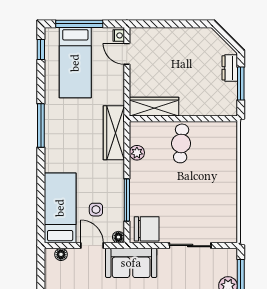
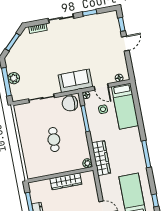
wardrobe: (154, 107) -> (66, 181), moved
cafe table: (181, 143) -> (54, 140), moved
plant: (137, 153) -> (87, 163), moved

